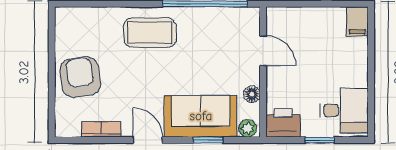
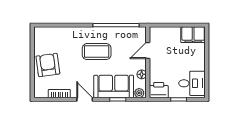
filing cabinet: (357, 21) -> (193, 35), width x2.00
coffee table: (150, 33) -> (97, 52), moved
door: (263, 51) -> (148, 51), swing flipped

